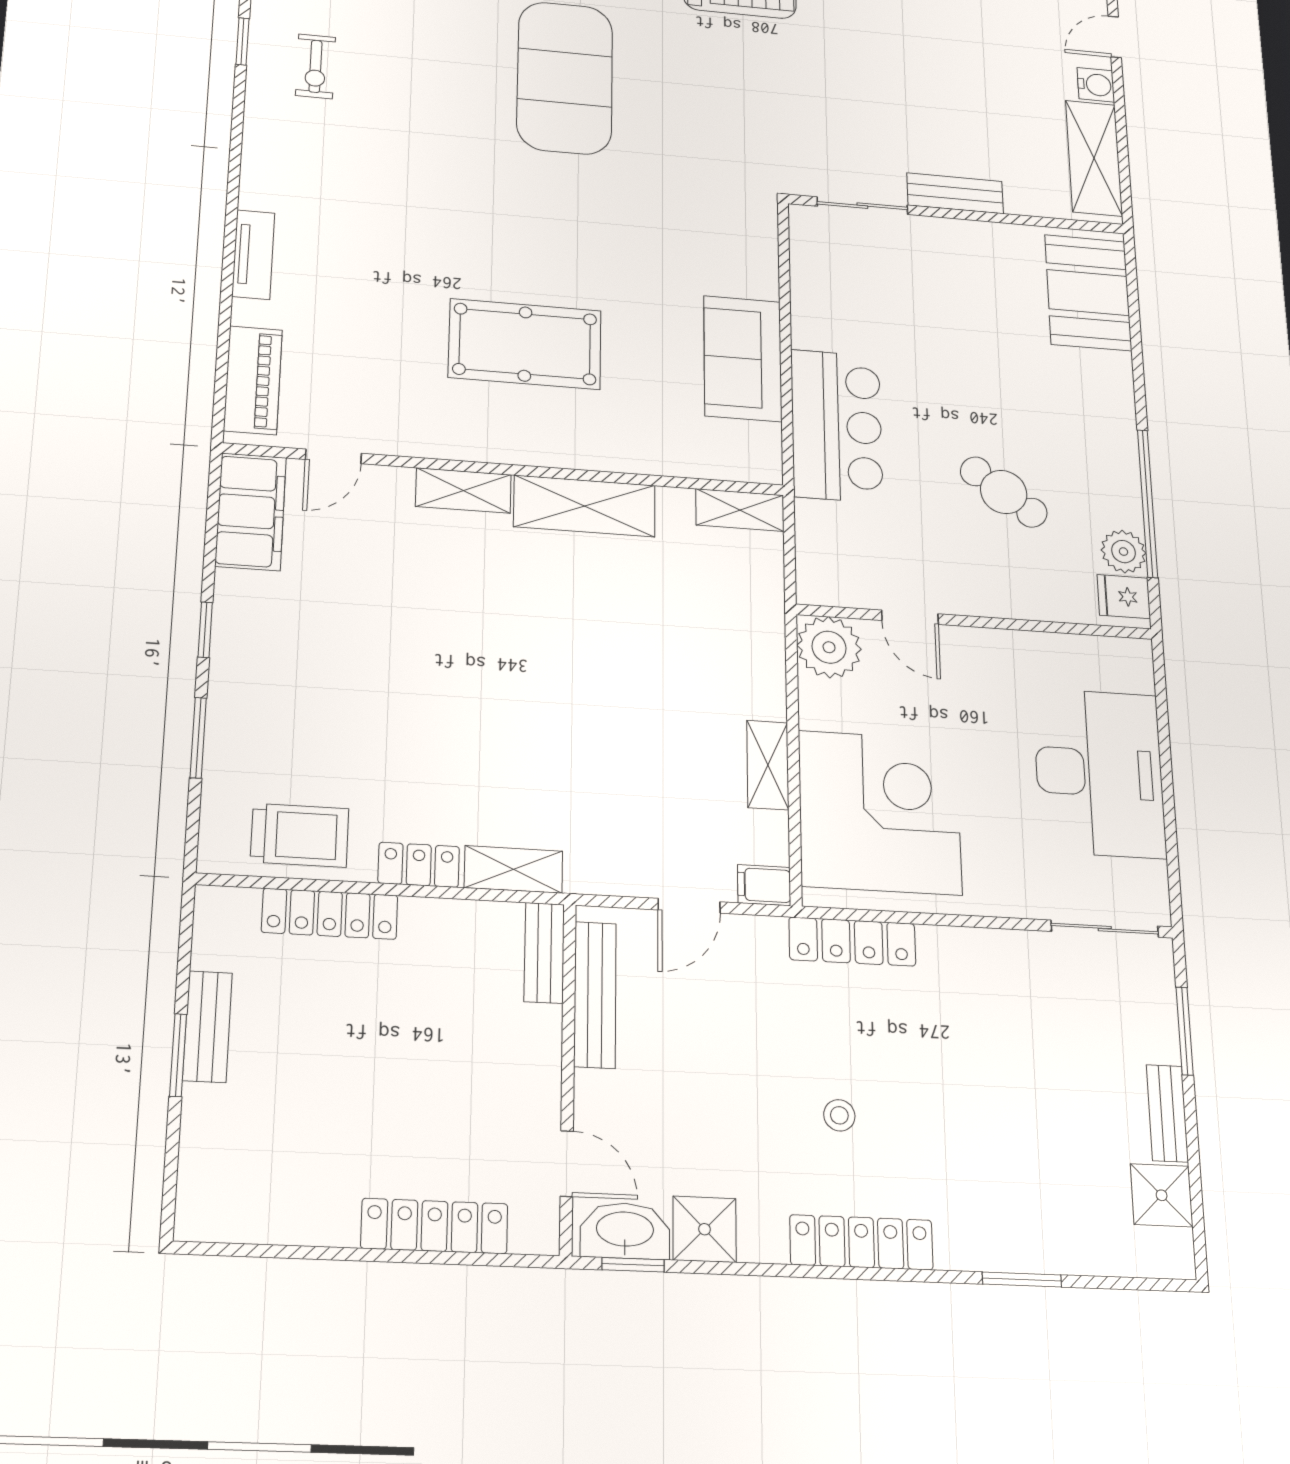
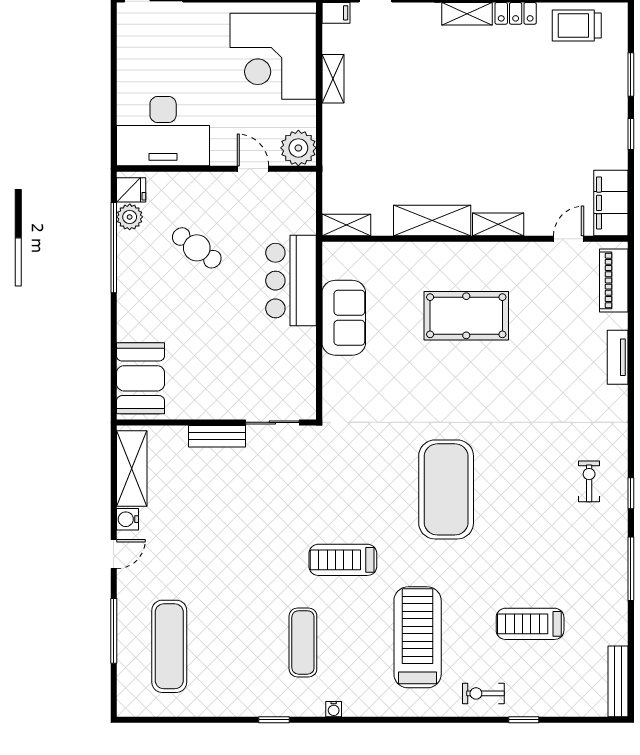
desk: (1099, 773) -> (163, 131), moved, turned -90

